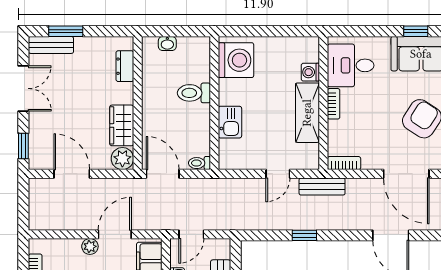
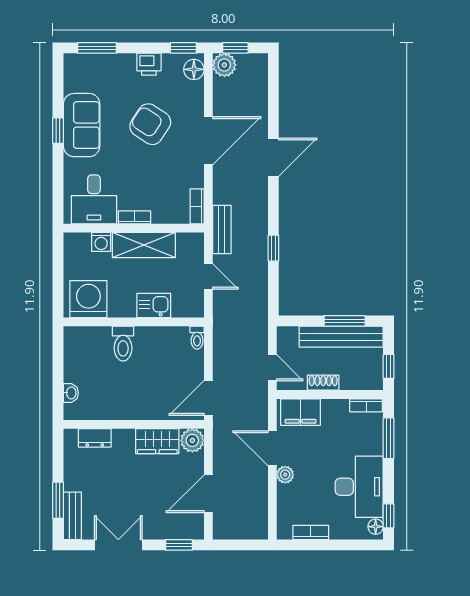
washing machine: (236, 60) -> (88, 299), moved
toilet: (194, 93) -> (123, 344), moved
wall: (214, 103) -> (134, 322), moved
kitchen sink: (230, 122) -> (154, 306), moved
toilet: (199, 163) -> (197, 338), moved

